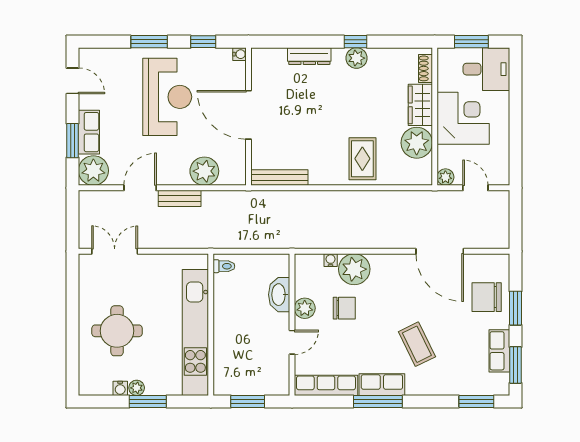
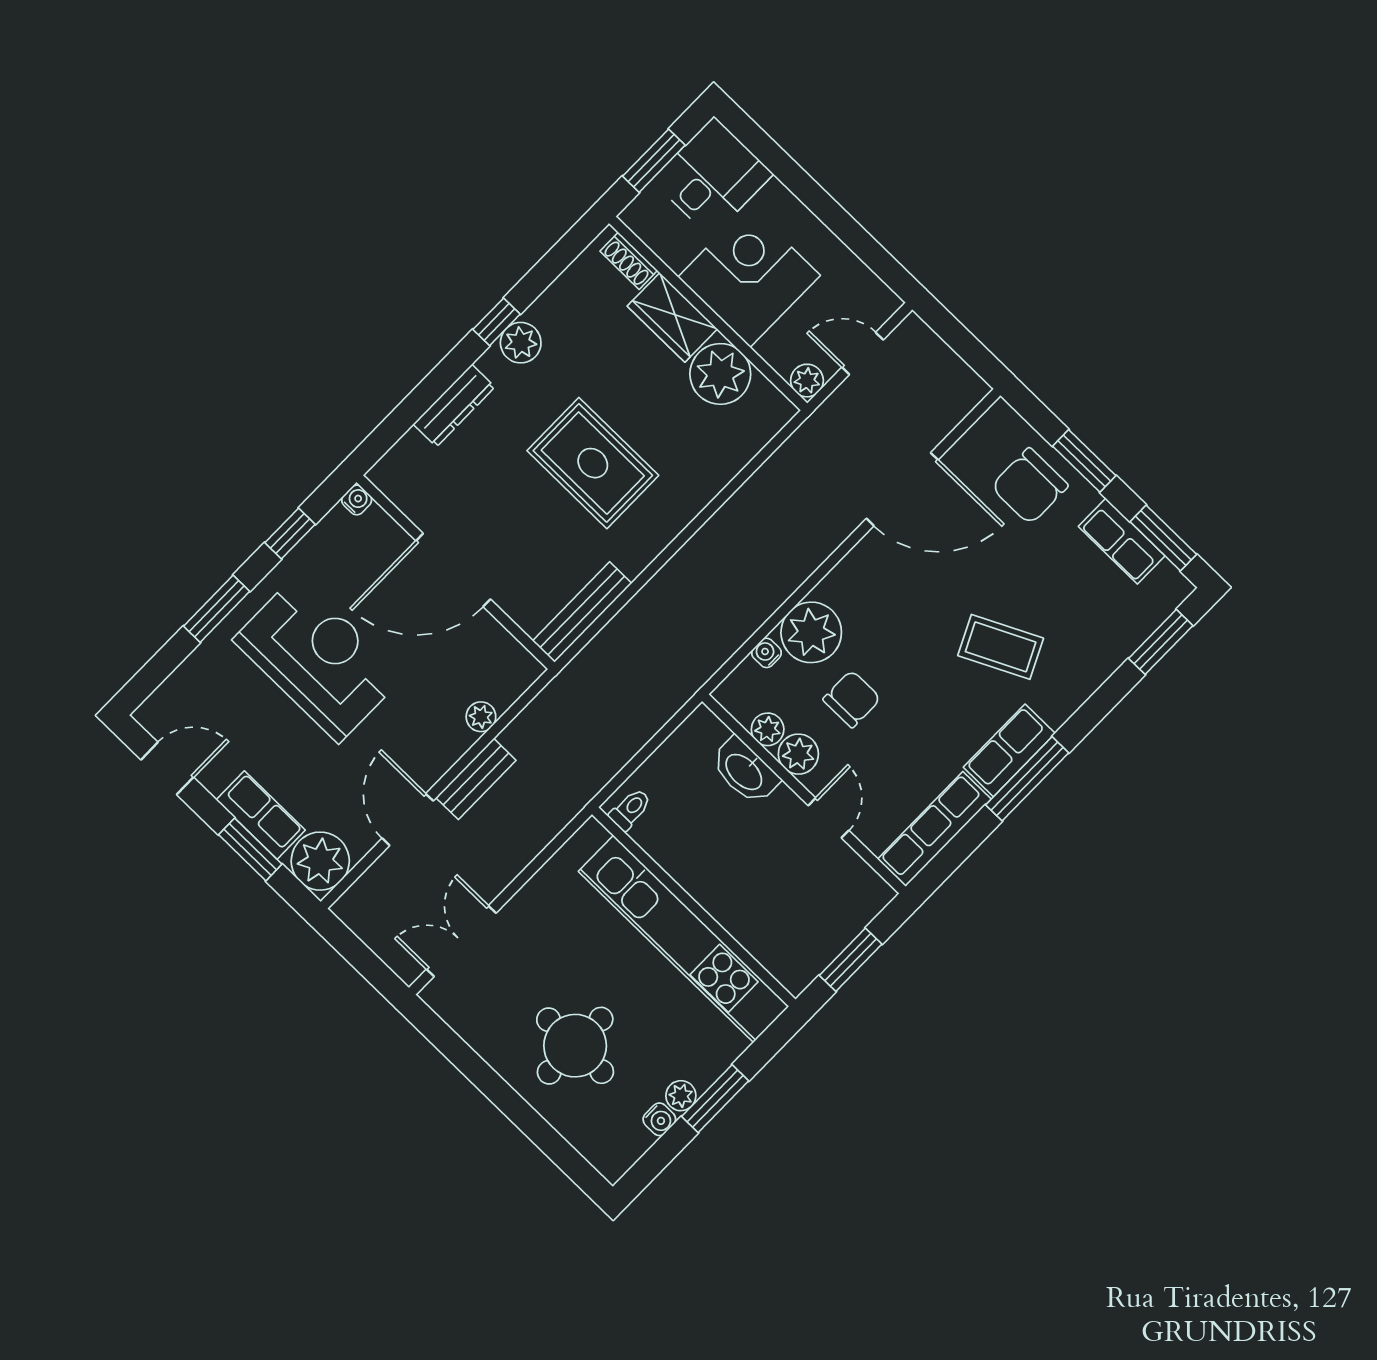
rug: (362, 159) -> (593, 463), moved, width x1.36, depth x1.43
plant: (204, 171) -> (481, 717), width x0.53, depth x0.53
plant: (303, 288) -> (768, 729), added

